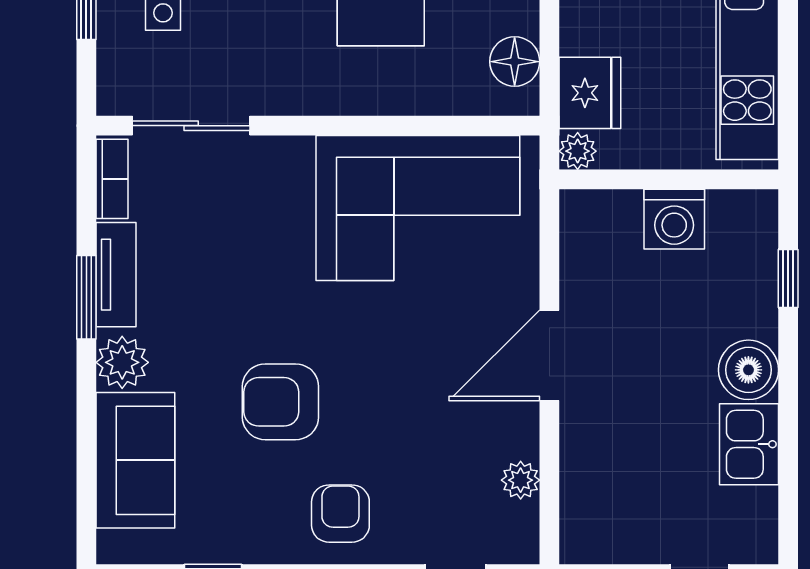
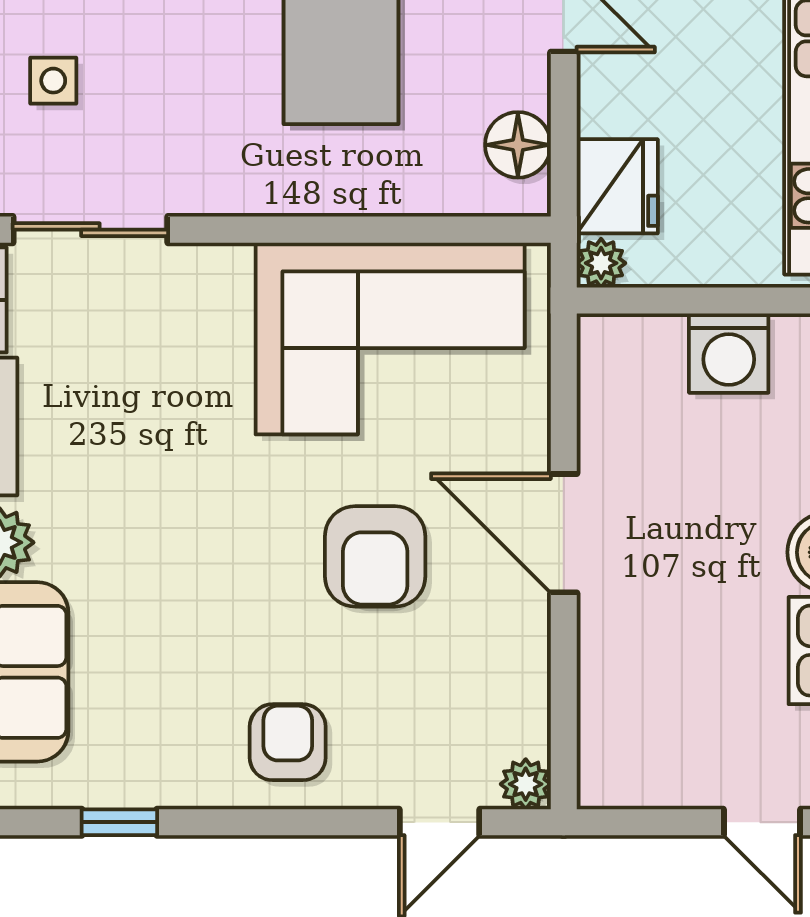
door: (549, 355) -> (564, 533), hinge flipped
armchair: (280, 402) -> (375, 556), moved, turned -90
plant: (521, 480) -> (526, 784), moved

